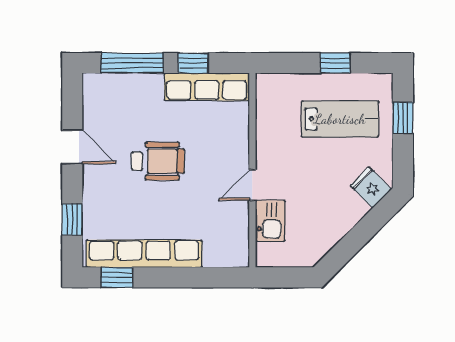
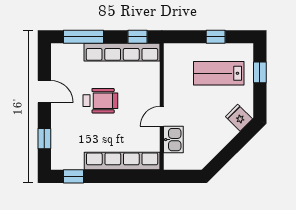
window: (193, 63) -> (138, 37), moved
row of seats: (207, 87) -> (122, 52), width x1.36
lab bench: (340, 119) -> (219, 73), turned 180
row of seats: (144, 254) -> (122, 161), moved

